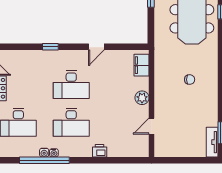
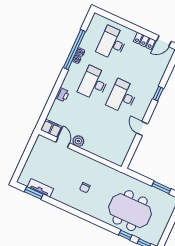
filing cabinet: (142, 65) -> (51, 128), moved
plant: (142, 98) -> (78, 141), moved
tv unit: (212, 142) -> (40, 188), moved

